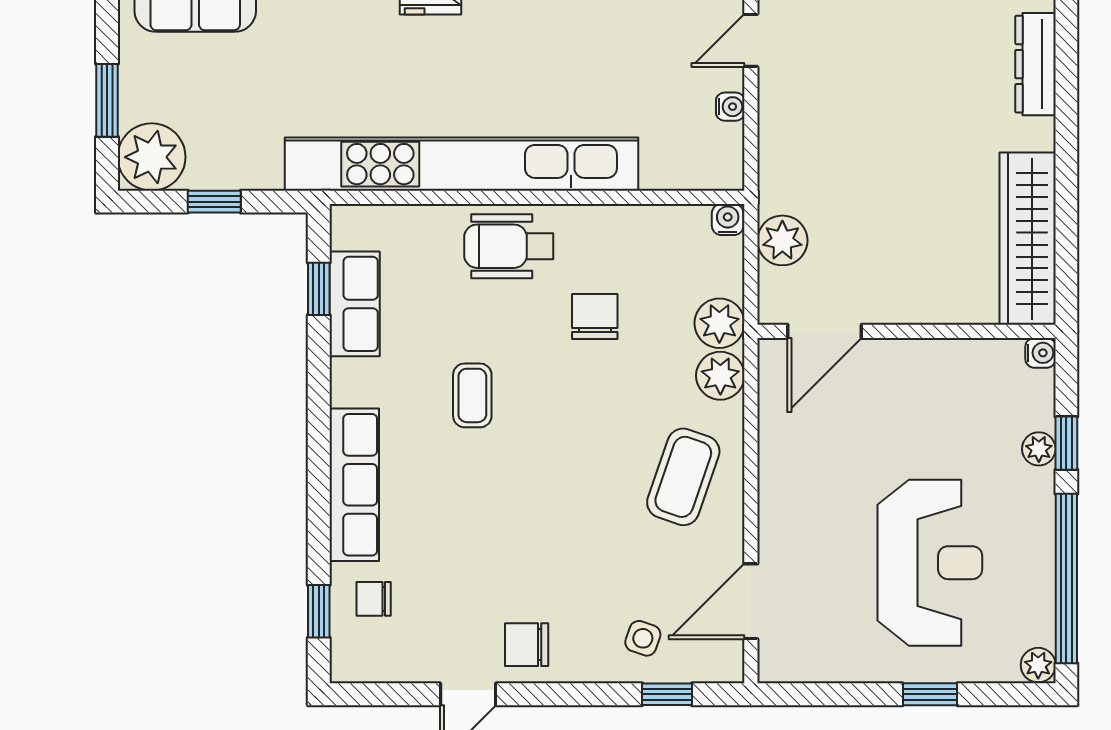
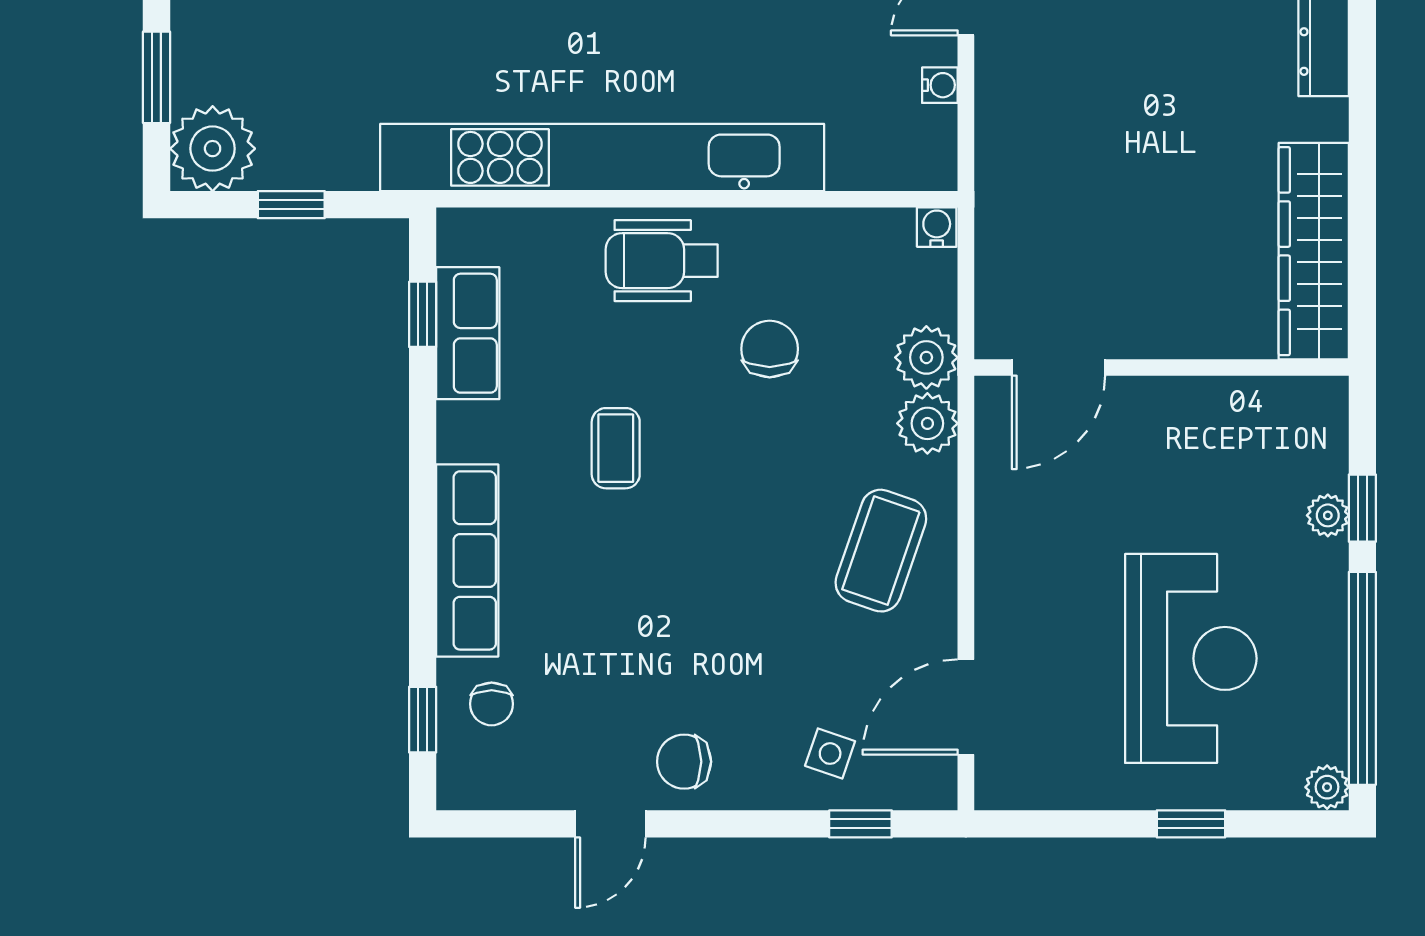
plant: (782, 240) -> (1005, 253), removed
water cooler: (1040, 353) -> (1330, 395), removed
chair: (374, 599) -> (492, 704), turned -90

